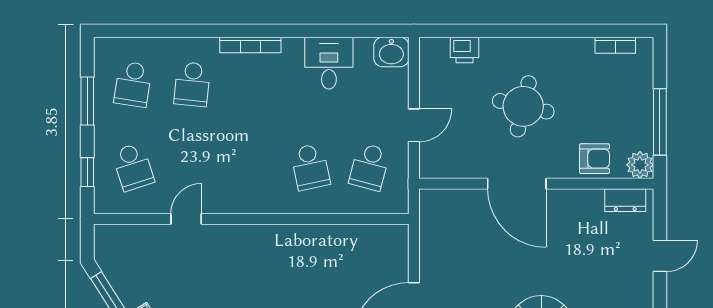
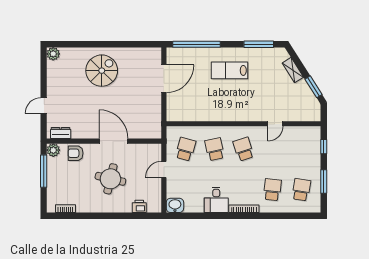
desk: (329, 63) -> (216, 200), moved
school desk: (133, 167) -> (243, 149), moved

